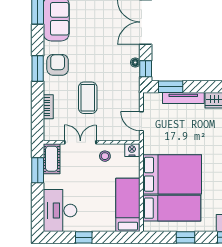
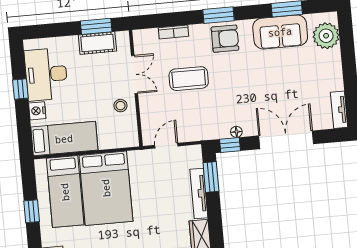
nightstand: (132, 150) -> (37, 111), moved, turned 180
cot: (52, 159) -> (97, 43), moved
desk: (60, 211) -> (46, 74), moved, turned -90

